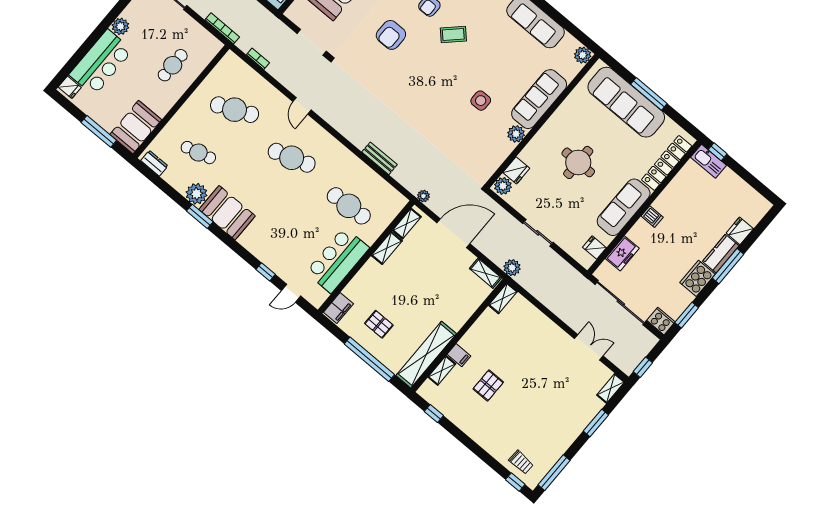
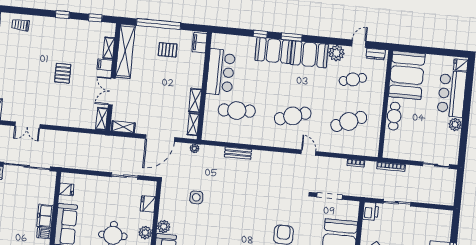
cafe table: (173, 65) -> (394, 116), moved
side table: (481, 101) -> (196, 197), moved
booth: (136, 127) -> (407, 75), width x1.36, depth x1.42
window: (99, 131) -> (424, 50), removed
plant: (503, 186) -> (145, 233), moved
window: (200, 216) -> (292, 37), moved
sliding door: (538, 233) -> (125, 176), moved
booth: (264, 244) -> (273, 51), added
freezer: (622, 253) -> (45, 216), moved
plant: (512, 268) -> (109, 142), removed
door: (291, 293) -> (359, 44), moved
double door: (471, 321) -> (112, 91), added
pallet: (488, 385) -> (63, 73), moved
window: (515, 482) -> (62, 15), moved

